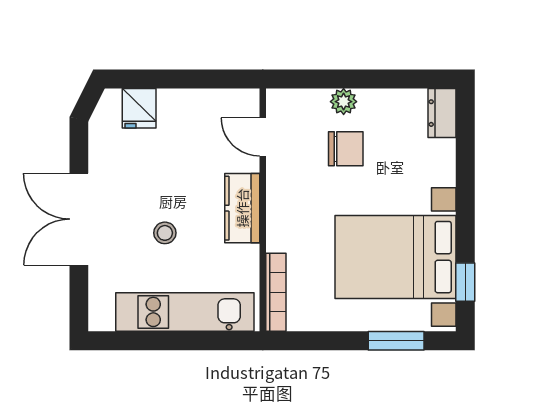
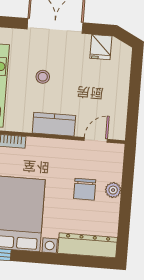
fridge: (139, 108) -> (101, 47), moved, turned -90
dresser: (442, 113) -> (87, 245), width x1.96, depth x1.24

